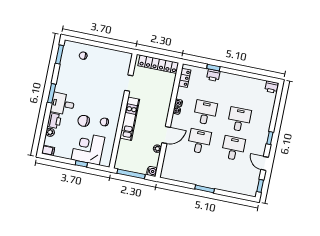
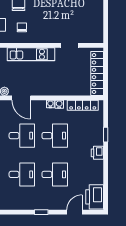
printer: (213, 75) -> (97, 153), moved
locker: (185, 78) -> (83, 105), width x1.53
printer: (271, 87) -> (95, 197), width x1.87, depth x1.48
door: (265, 163) -> (75, 212), moved

